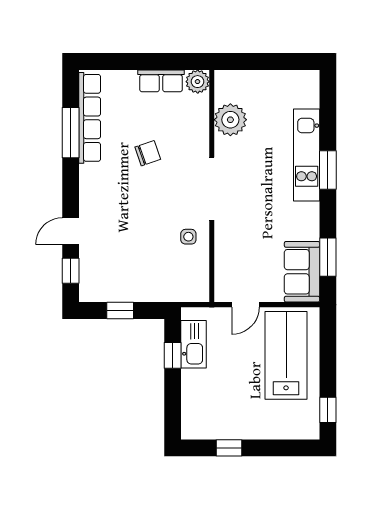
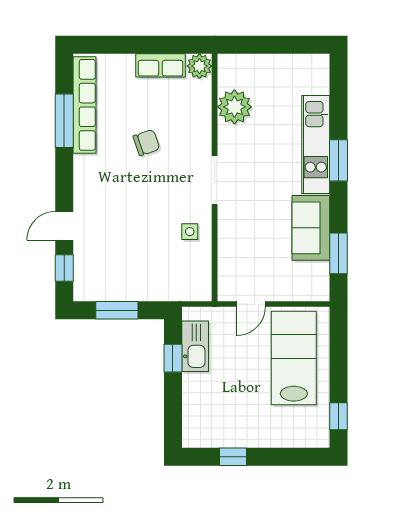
doorway: (212, 189) -> (215, 180), width x0.73
sofa: (302, 272) -> (311, 228), moved
window: (120, 310) -> (117, 310), width x1.50

